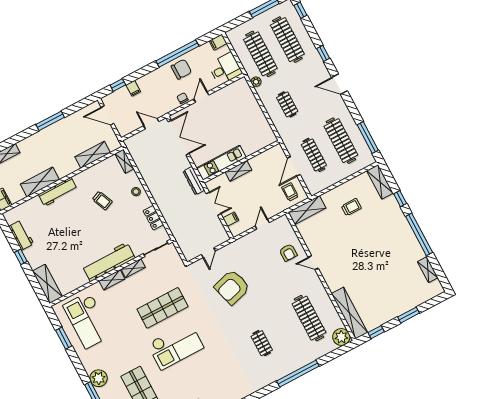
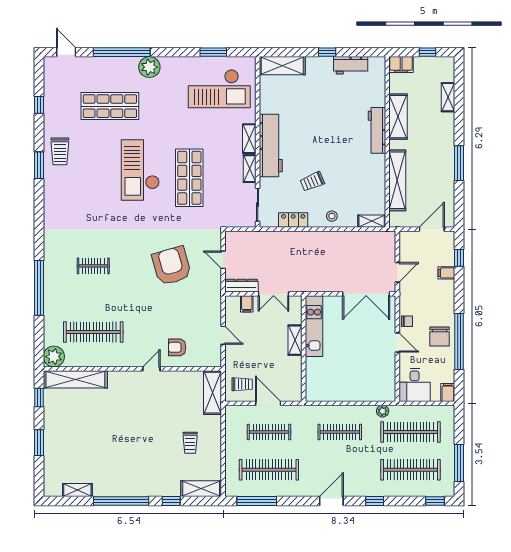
clothes rail: (287, 104) -> (340, 432), width x1.36
shelving: (93, 155) -> (397, 180), width x1.47
dresser: (194, 181) -> (241, 286), moved
trolley: (102, 201) -> (312, 181), moved
checkout: (88, 320) -> (219, 89), turned 180

